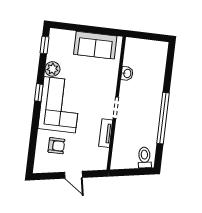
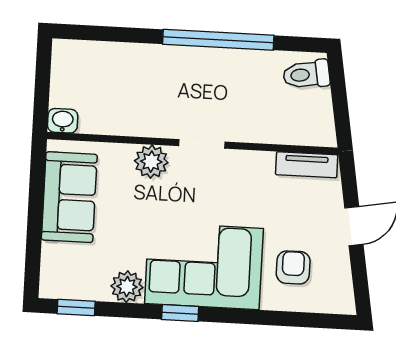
washbasin: (127, 73) -> (63, 121), moved
plant: (109, 84) -> (151, 162), added
tv unit: (106, 133) -> (307, 165), moved

